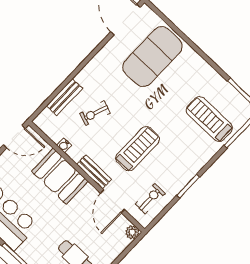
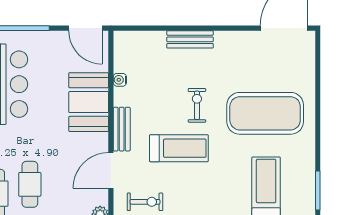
exercise mat: (152, 57) -> (265, 113), moved
bench: (64, 97) -> (190, 39), moved
exercise bike: (95, 113) -> (197, 105), moved, turned 71

